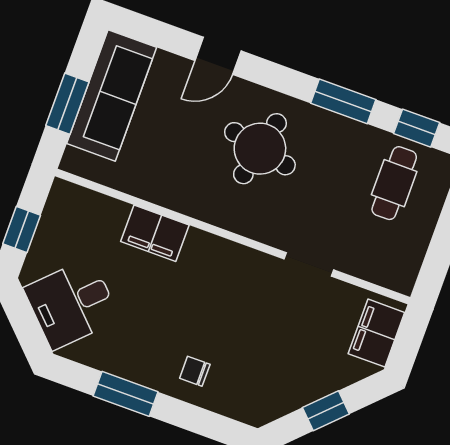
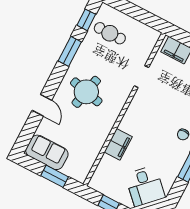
sofa: (112, 95) -> (47, 152), width x0.73

